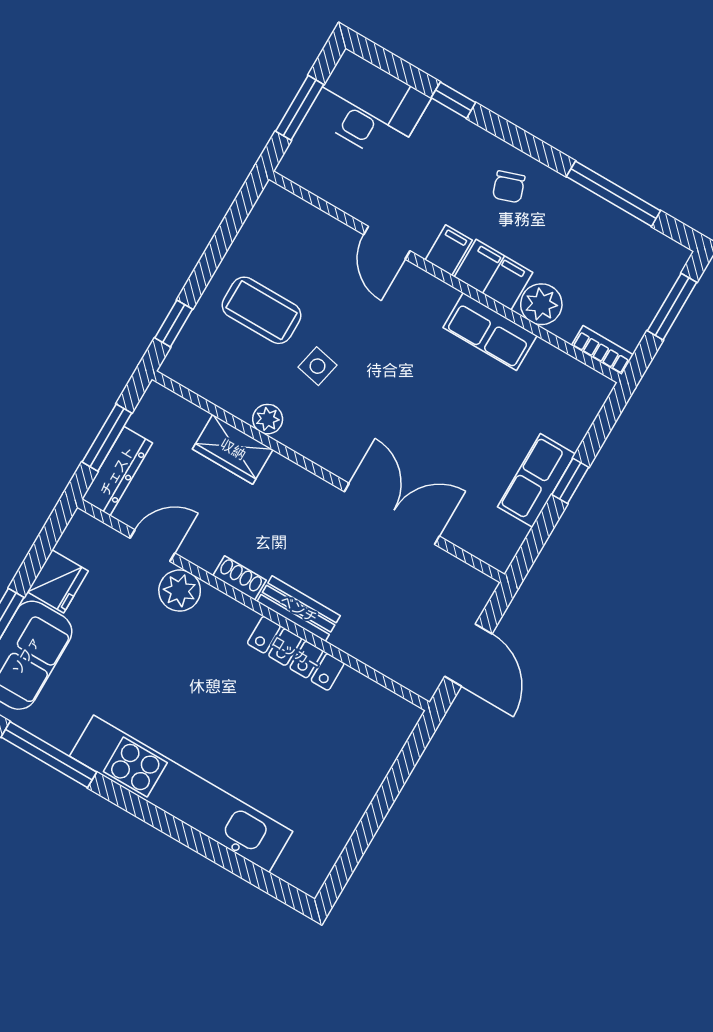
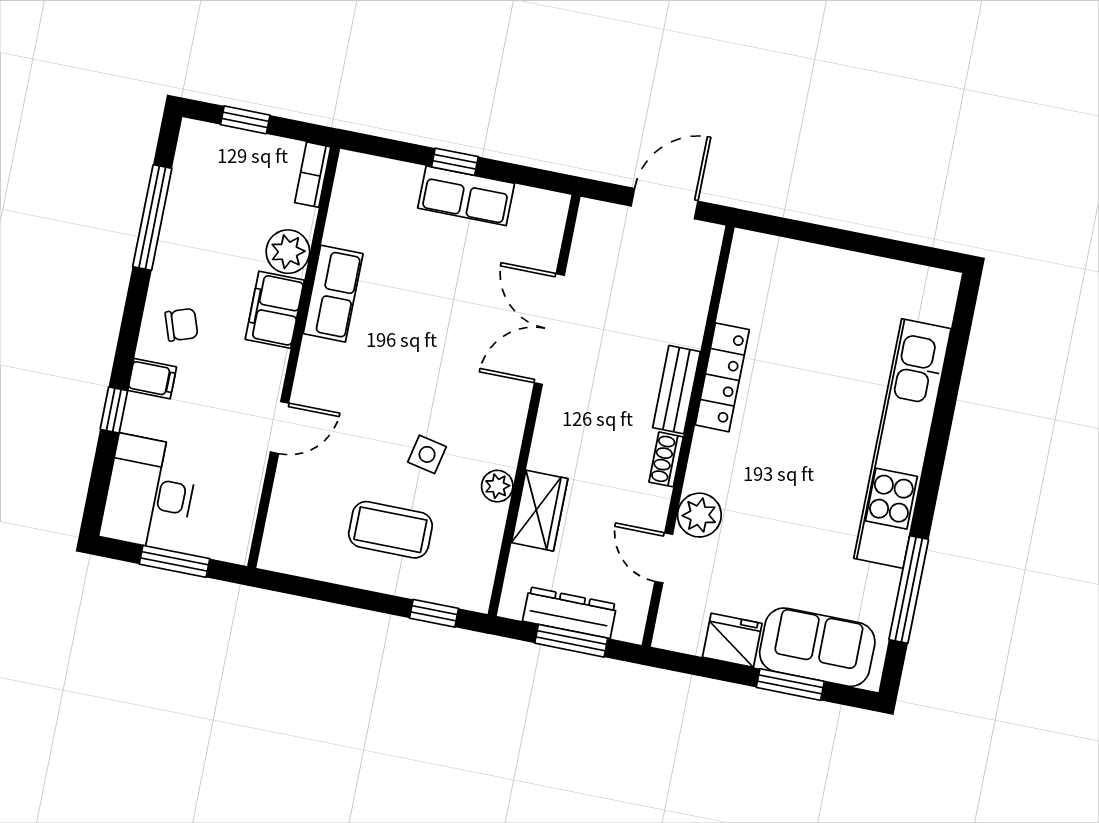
filing cabinet: (449, 250) -> (152, 379), moved, turned 180
window: (672, 307) -> (245, 120), width x0.67
coffee table: (262, 310) -> (390, 530), turned 90
dresser: (117, 471) -> (570, 613), moved

